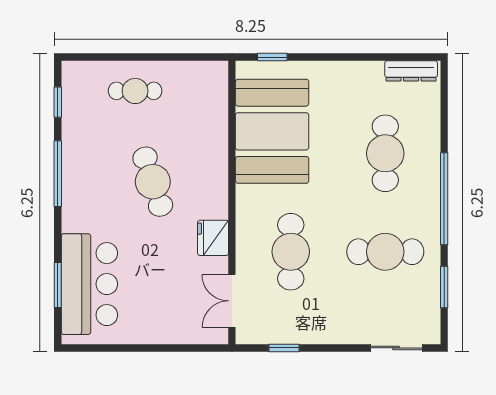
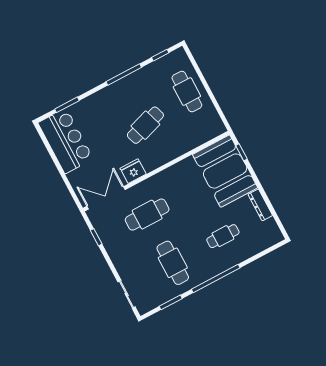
dresser: (411, 71) -> (260, 205), moved
cafe table: (135, 91) -> (187, 92), width x1.37, depth x1.35
booth: (272, 131) -> (225, 171), moved, turned 90
cafe table: (385, 153) -> (223, 236), width x0.73, depth x0.74
bar counter: (89, 284) -> (66, 141), moved, turned -90
double door: (232, 301) -> (106, 198), width x1.37

